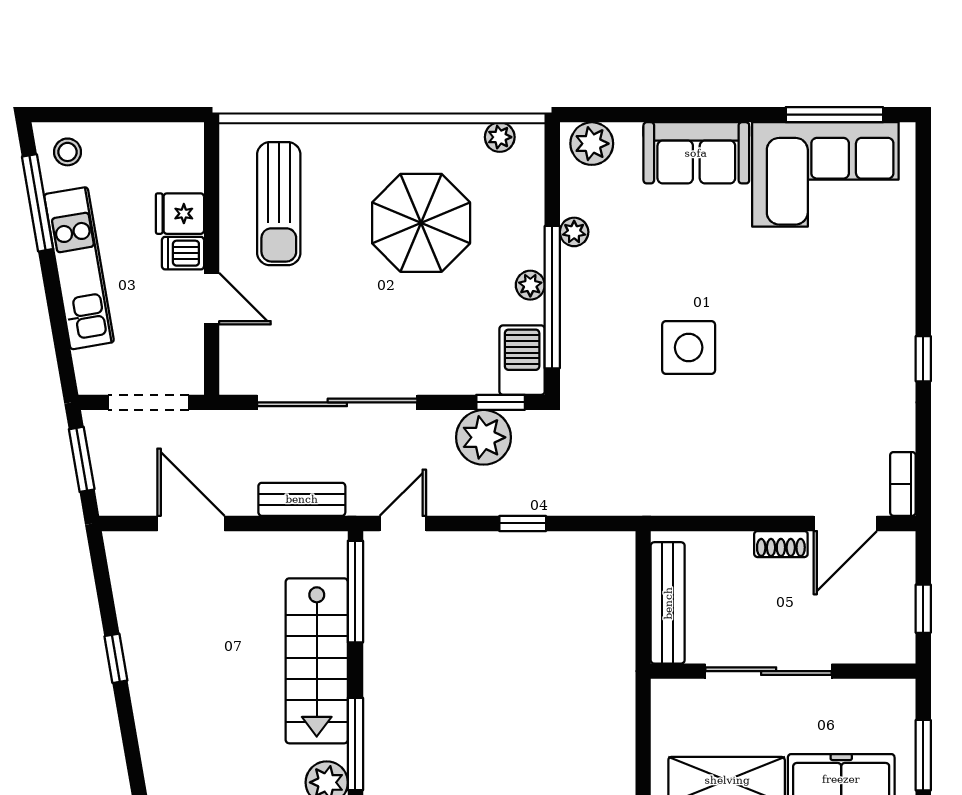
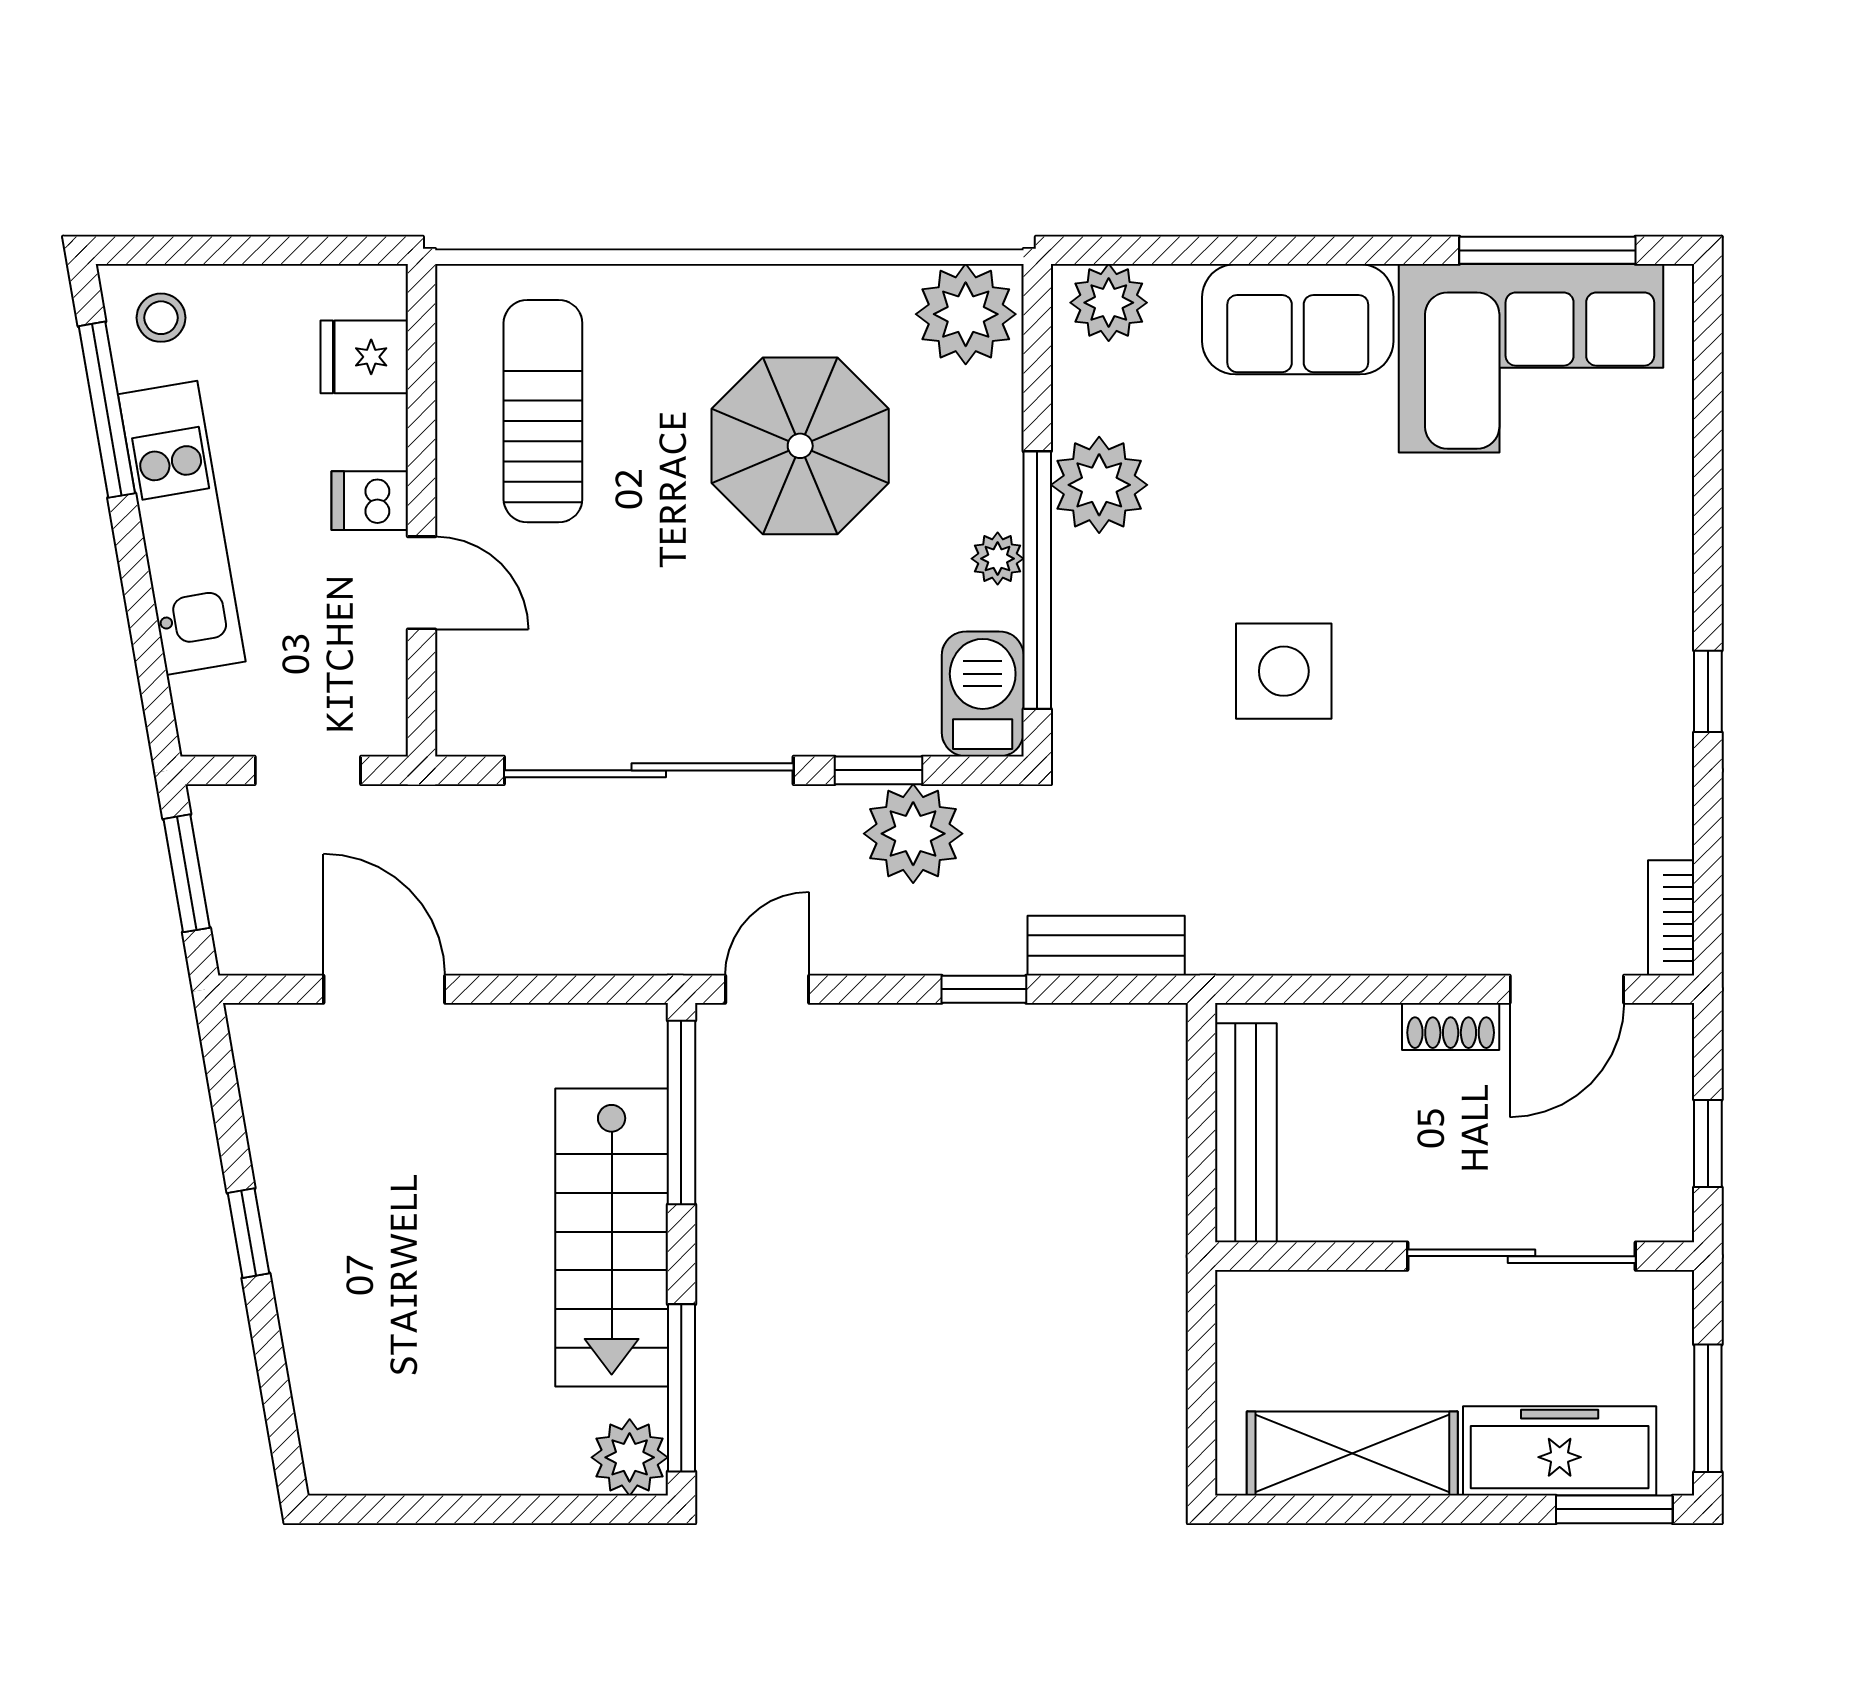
plant: (500, 137) -> (966, 314), width x1.88, depth x1.88
sun lounger: (279, 204) -> (543, 411), turned 180
fridge: (180, 214) -> (364, 357), moved
plant: (574, 232) -> (1099, 485), width x1.87, depth x1.87
doorway: (149, 402) -> (308, 770), width x0.73
window: (501, 402) -> (879, 770), moved
bench: (302, 499) -> (1106, 946), moved
sliding door: (769, 671) -> (1522, 1256), moved

